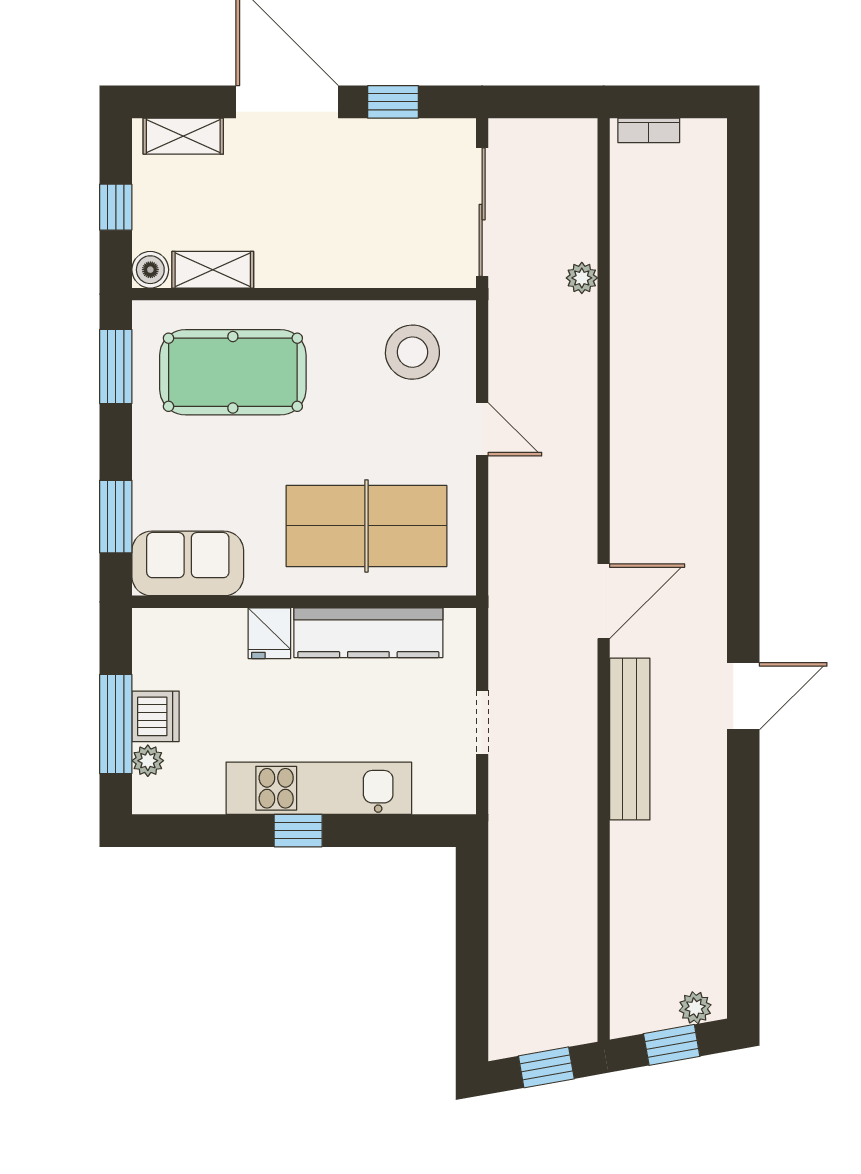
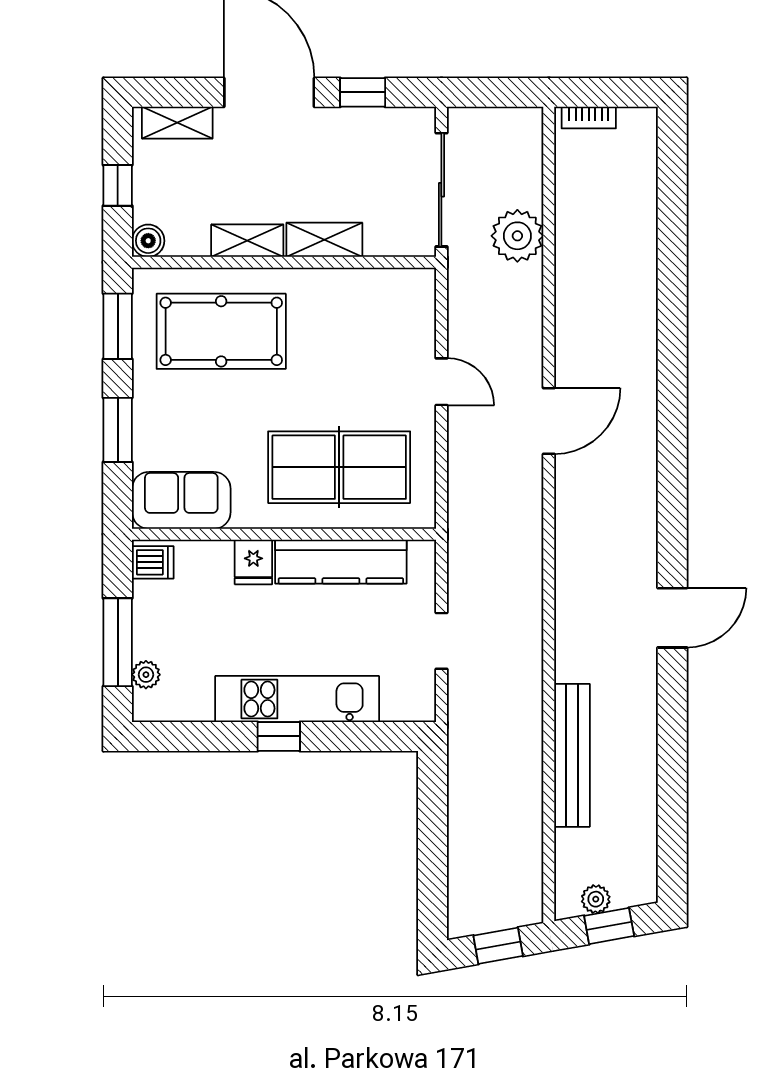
shelving: (350, 269) -> (324, 240), added
shelving: (213, 270) -> (247, 241), moved
plant: (582, 278) -> (517, 236), width x1.88, depth x1.88
stool: (412, 352) -> (380, 314), removed
window: (116, 517) -> (118, 430), moved
door: (604, 601) -> (549, 421), moved
dishwasher: (156, 716) -> (153, 562), moved, width x0.73
bench: (630, 739) -> (572, 755), moved
plant: (695, 1008) -> (596, 899), moved

